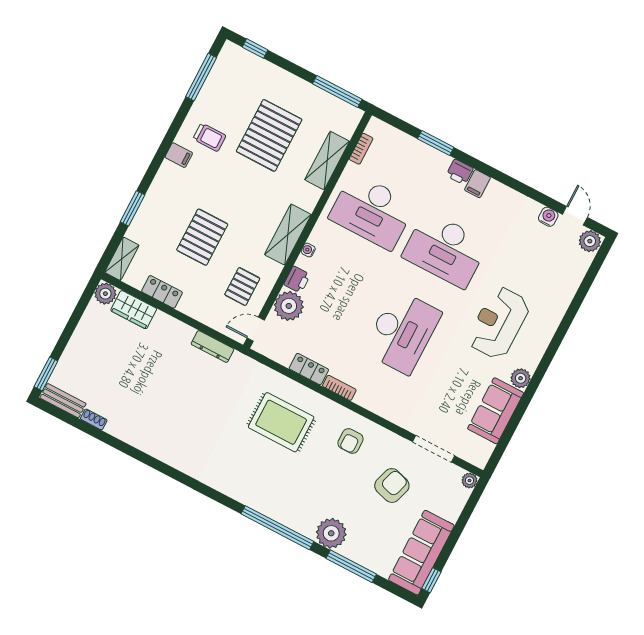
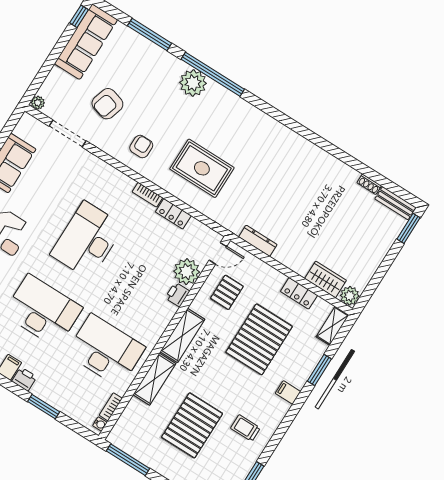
filing cabinet: (179, 155) -> (288, 392), moved
shelving: (327, 161) -> (154, 379), moved
pallet: (202, 237) -> (259, 339), width x1.37, depth x1.41
water cooler: (308, 250) -> (100, 424), moved
plant: (331, 533) -> (193, 83), moved

